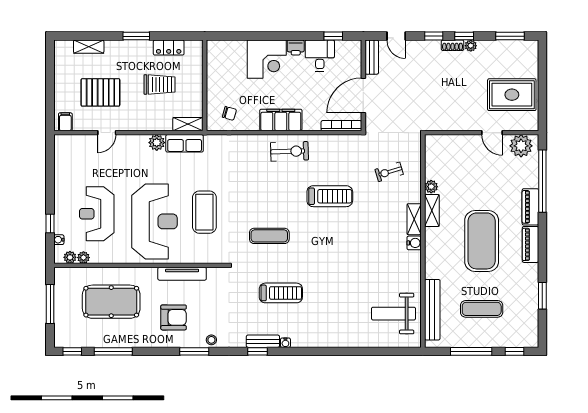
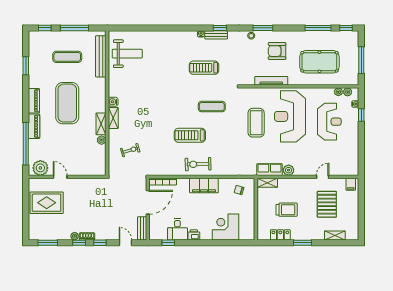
corner desk: (267, 59) -> (226, 227), moved
trolley: (160, 84) -> (287, 210), turned 180
pallet: (100, 92) -> (327, 204), turned 90
treadmill: (330, 196) -> (190, 135), moved

